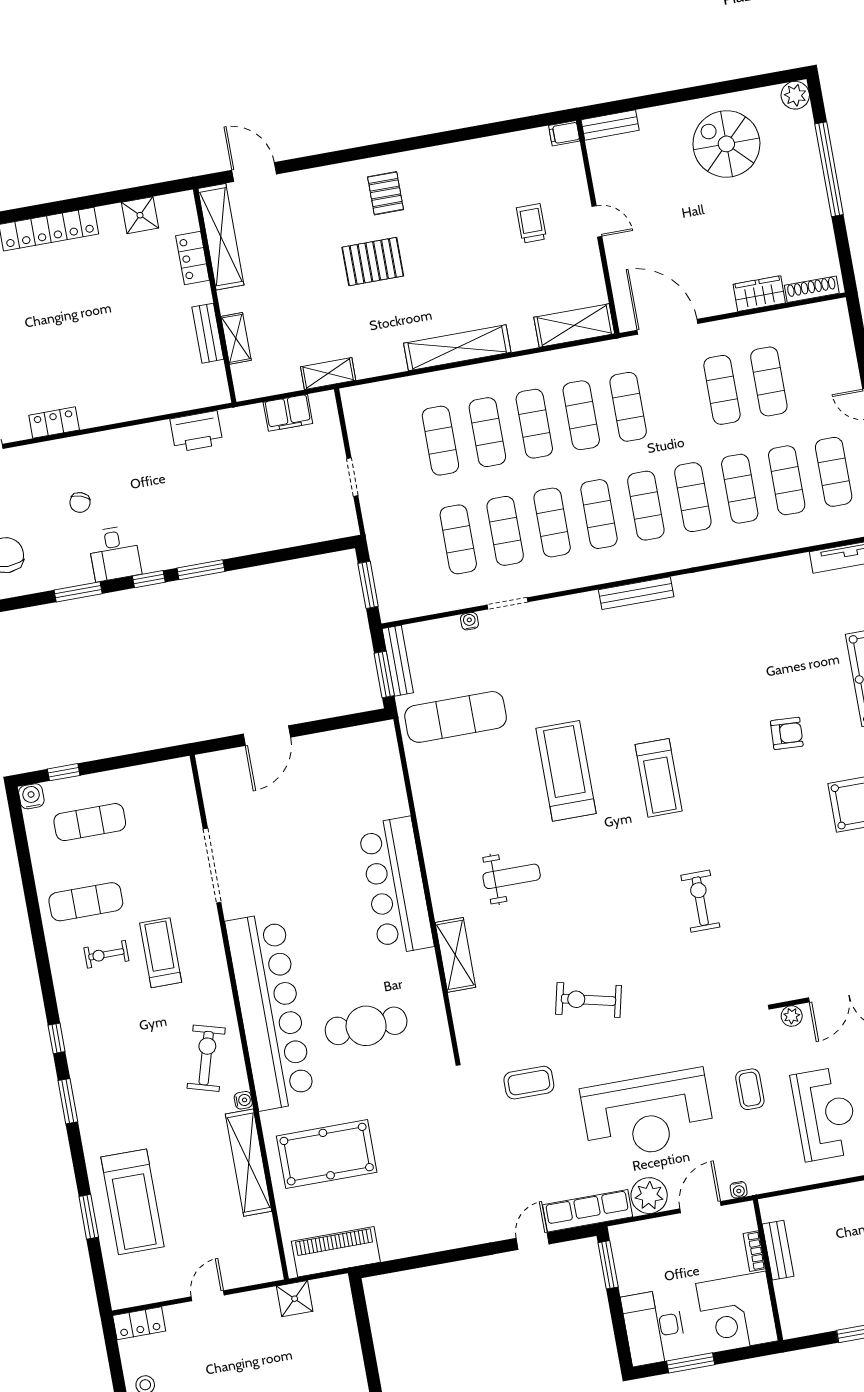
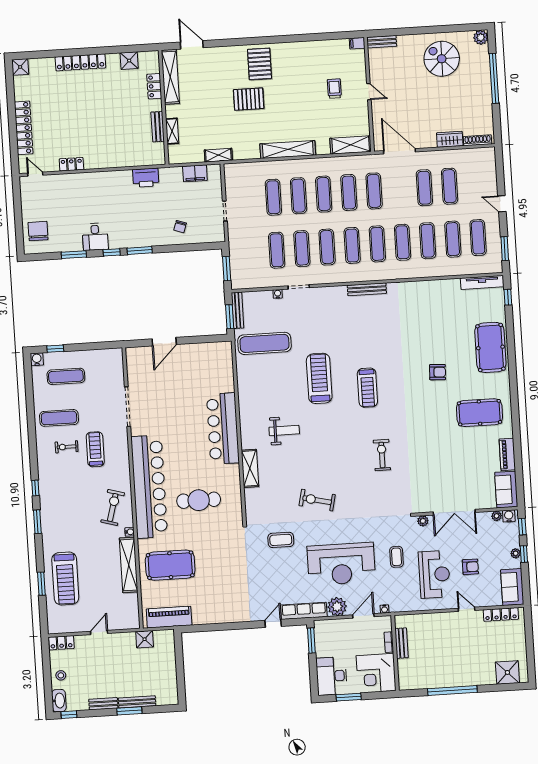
pallet: (386, 193) -> (260, 64), width x1.50, depth x1.42
chair: (80, 502) -> (180, 227), moved

